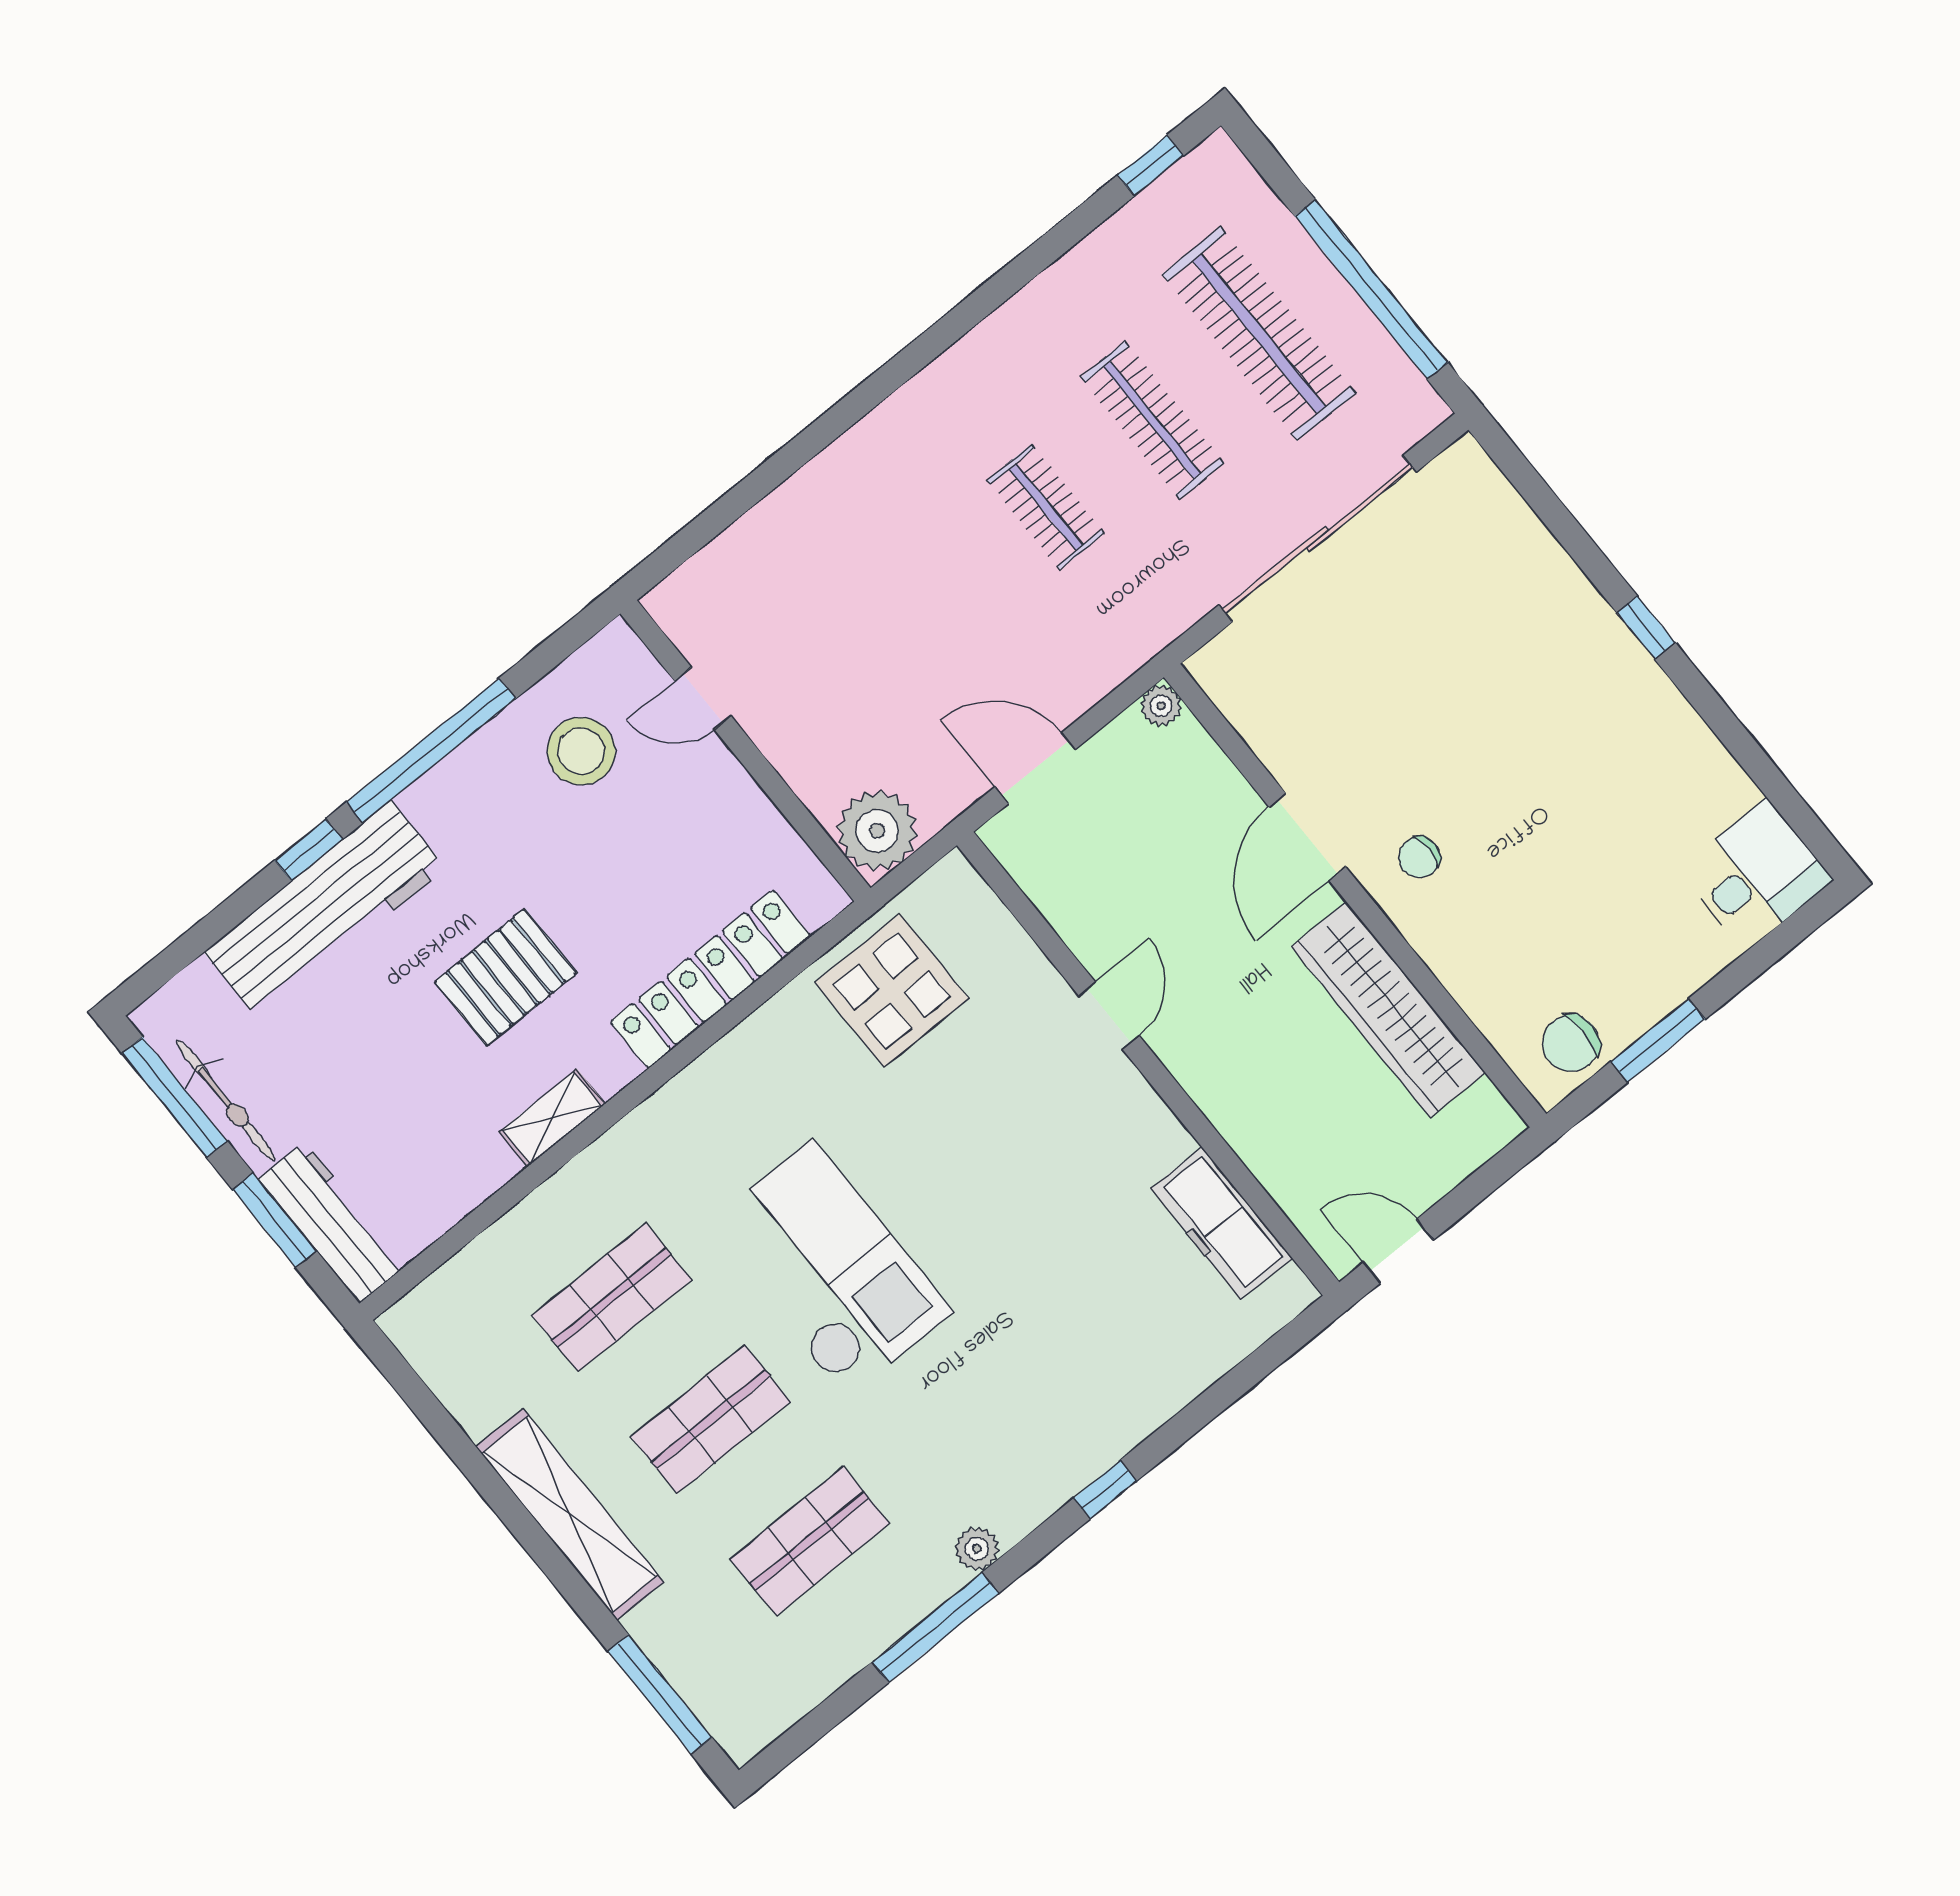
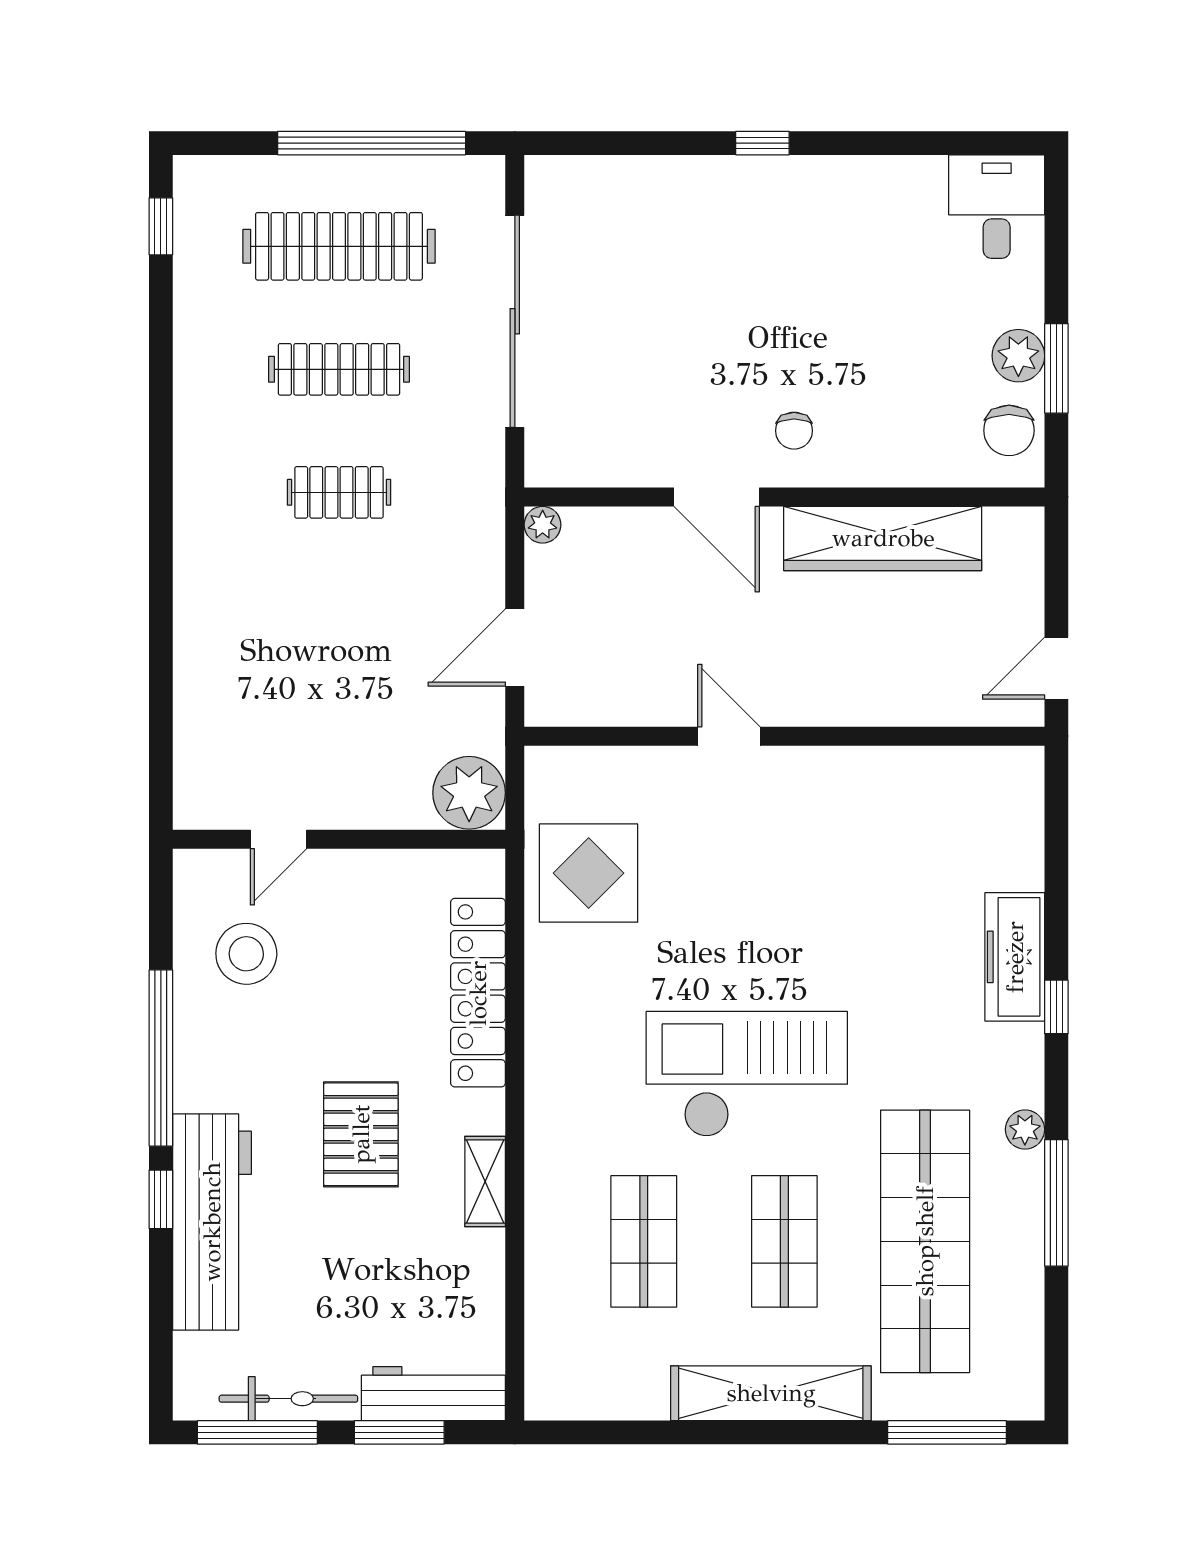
plant: (1642, 999) -> (1018, 356), added
freezer: (1221, 1223) -> (1015, 957), moved, turned 90
shop shelf: (810, 1541) -> (925, 1241), width x2.00, depth x1.36

